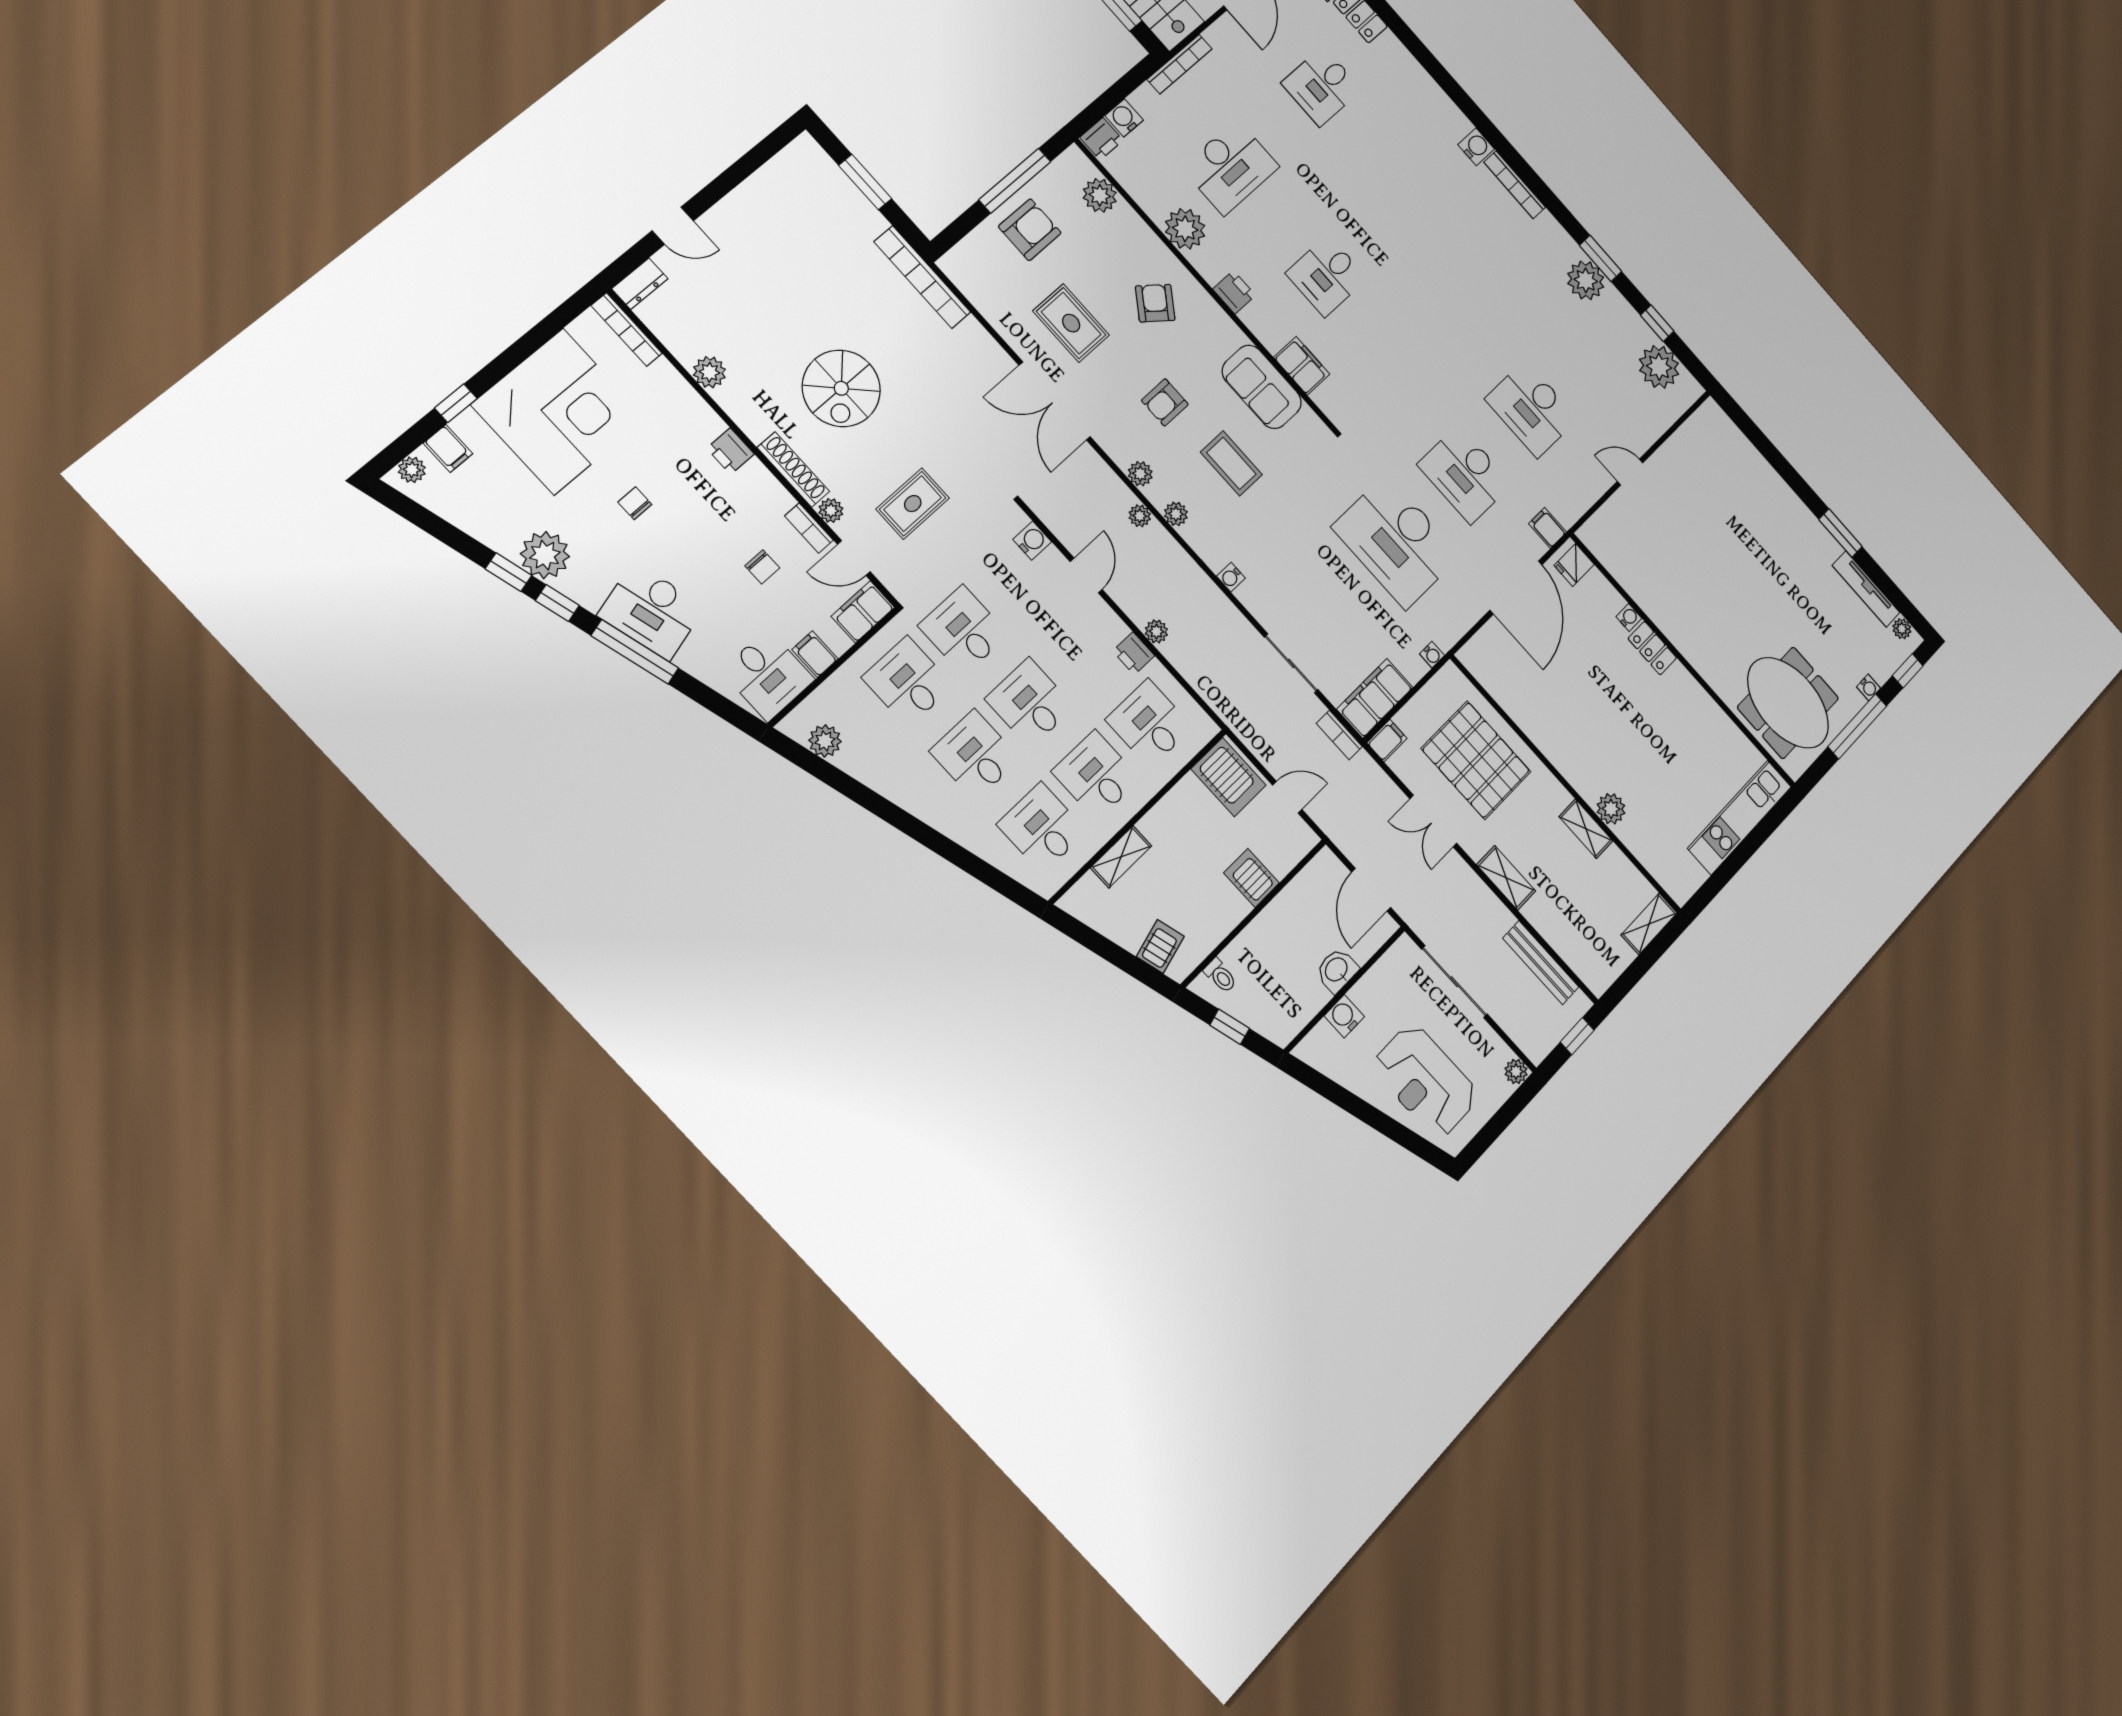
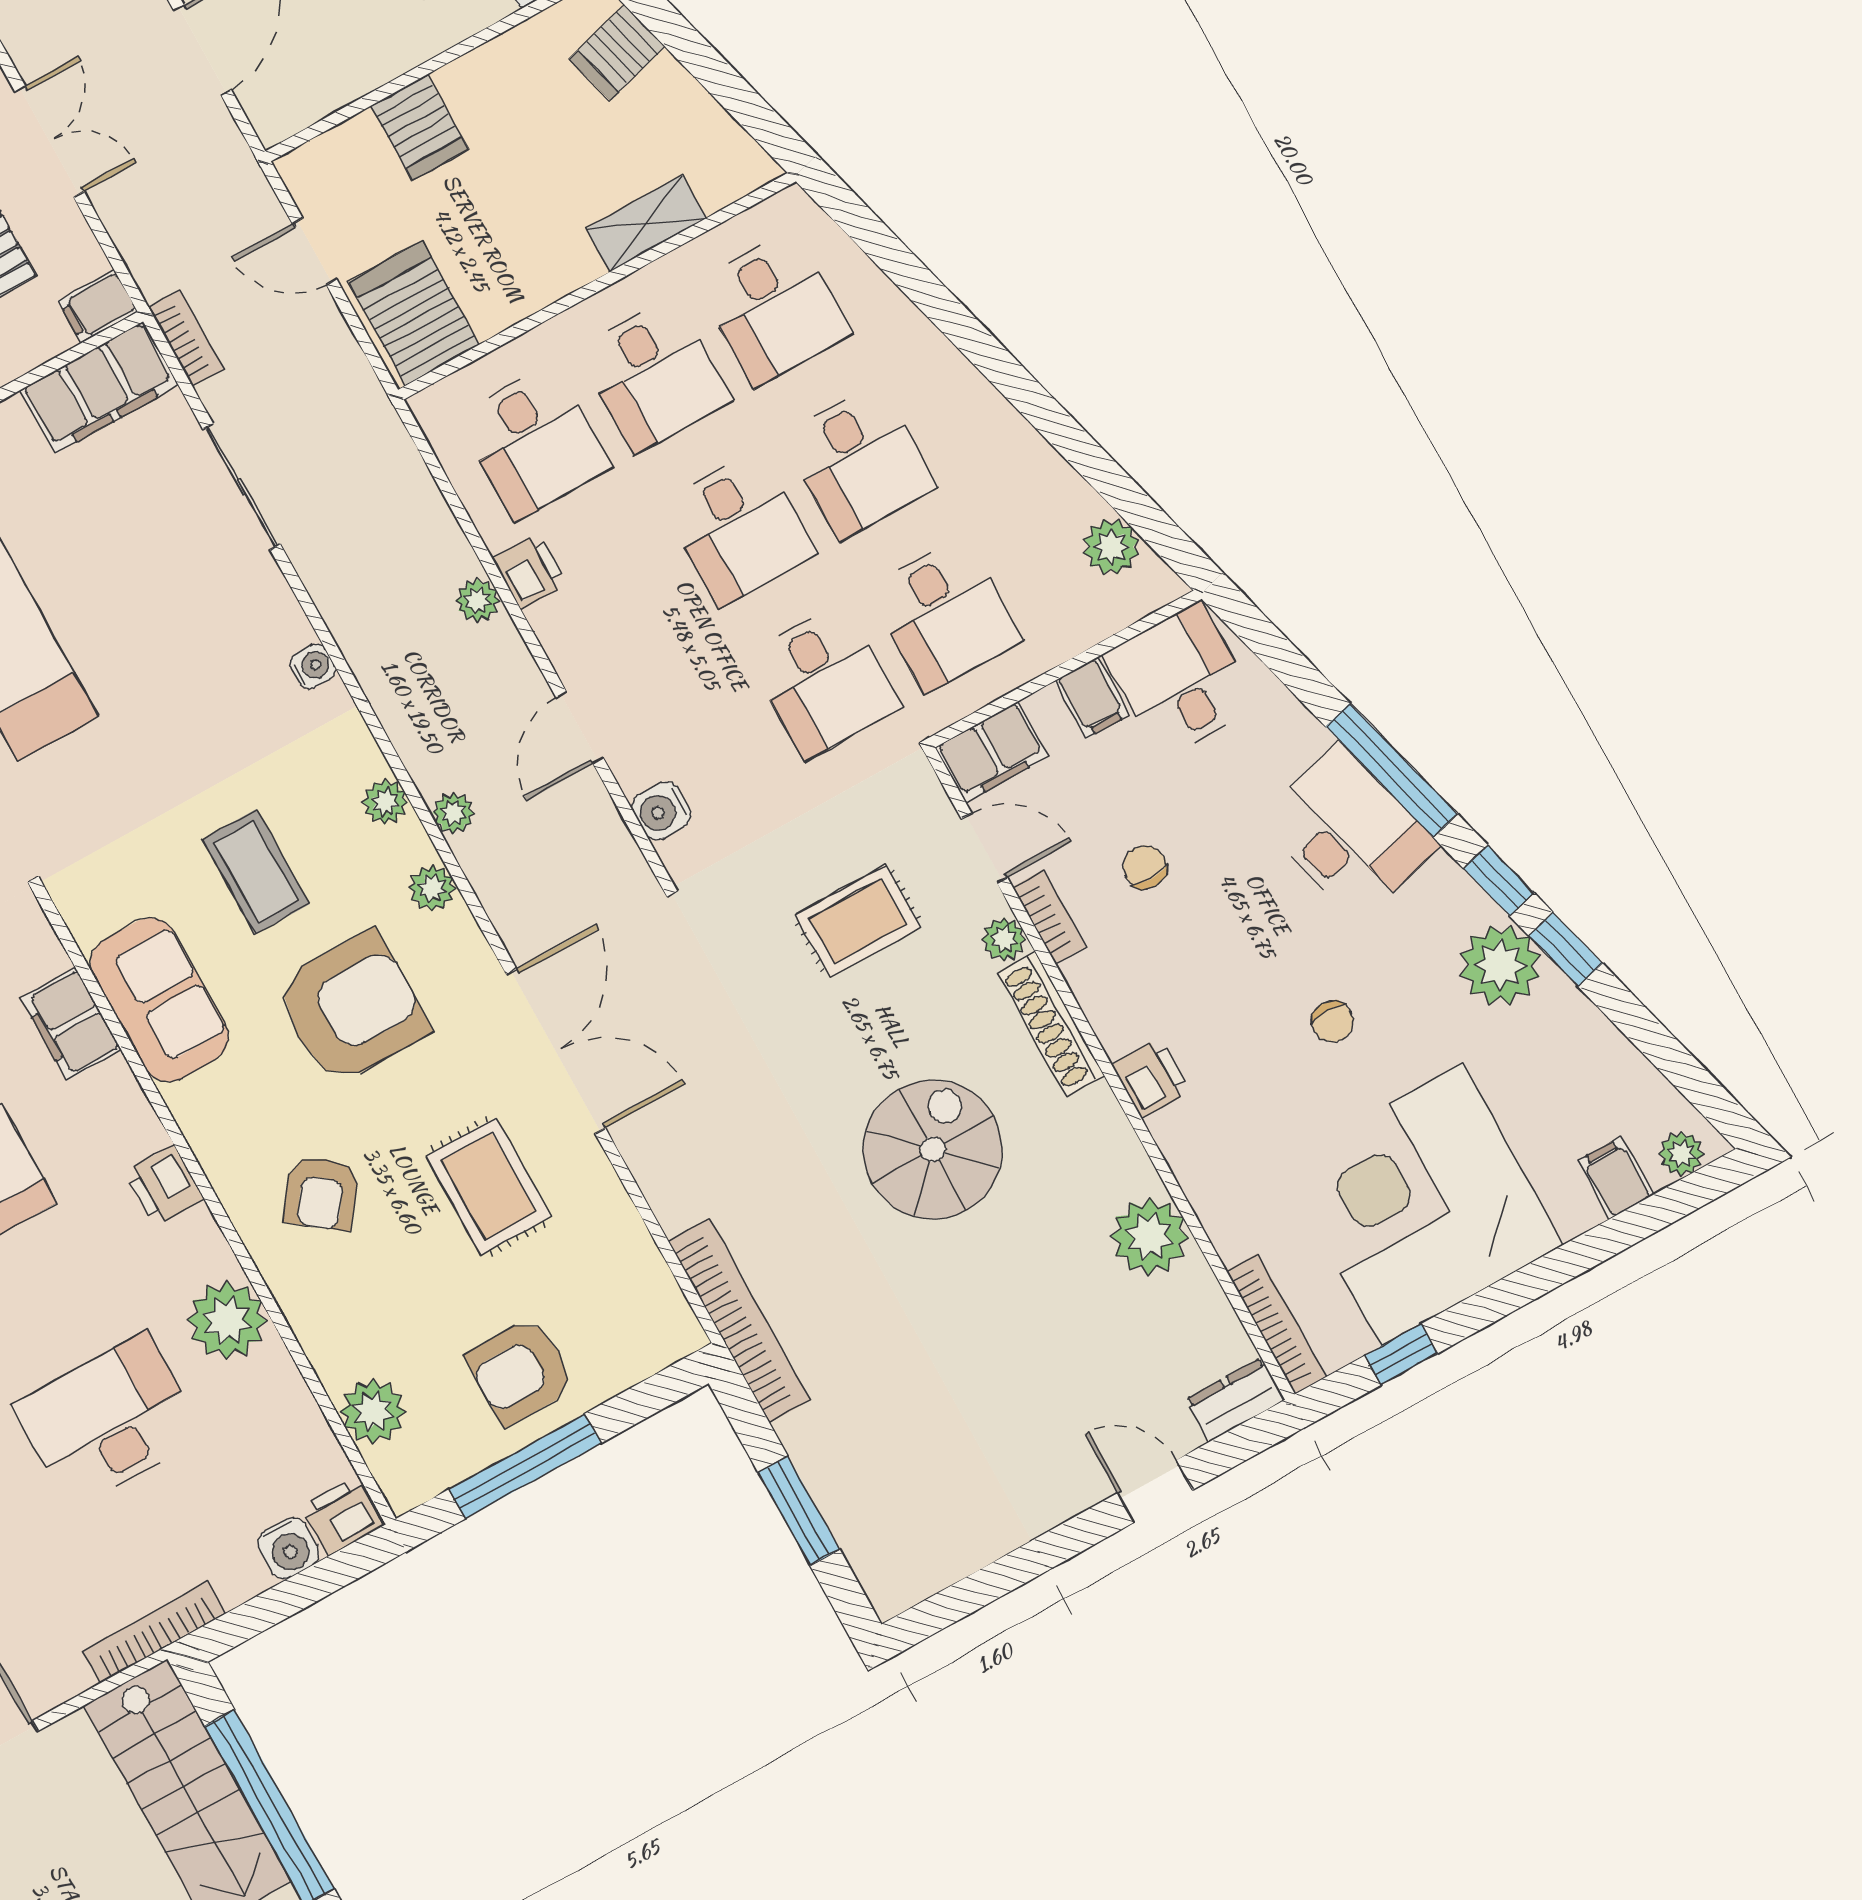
plant: (709, 372) -> (1150, 1237), width x1.36, depth x1.36
armchair: (1165, 402) -> (352, 1008), width x1.88, depth x1.88
window: (456, 403) -> (1401, 1354), moved

